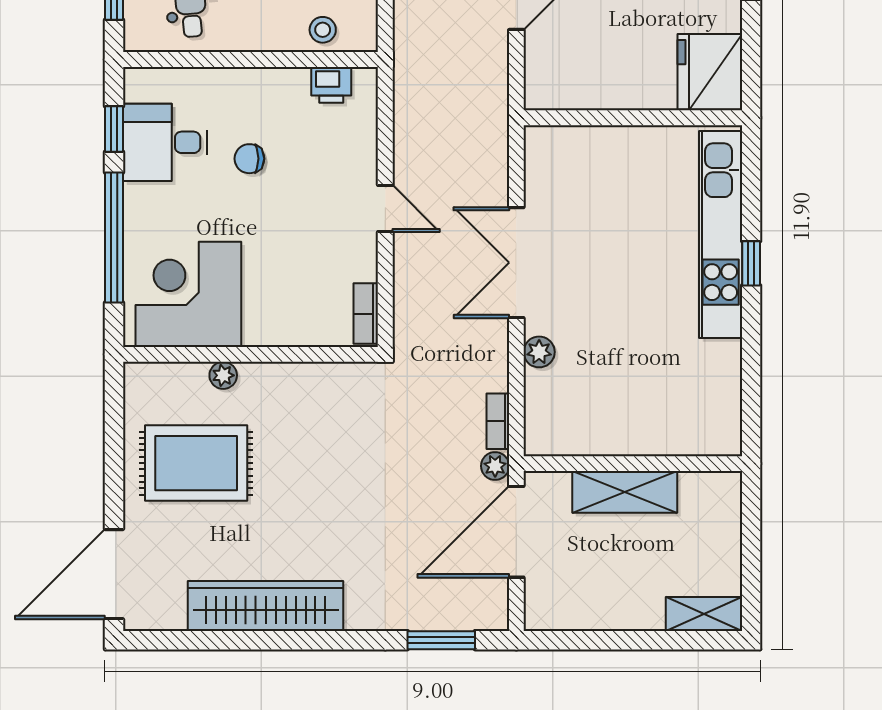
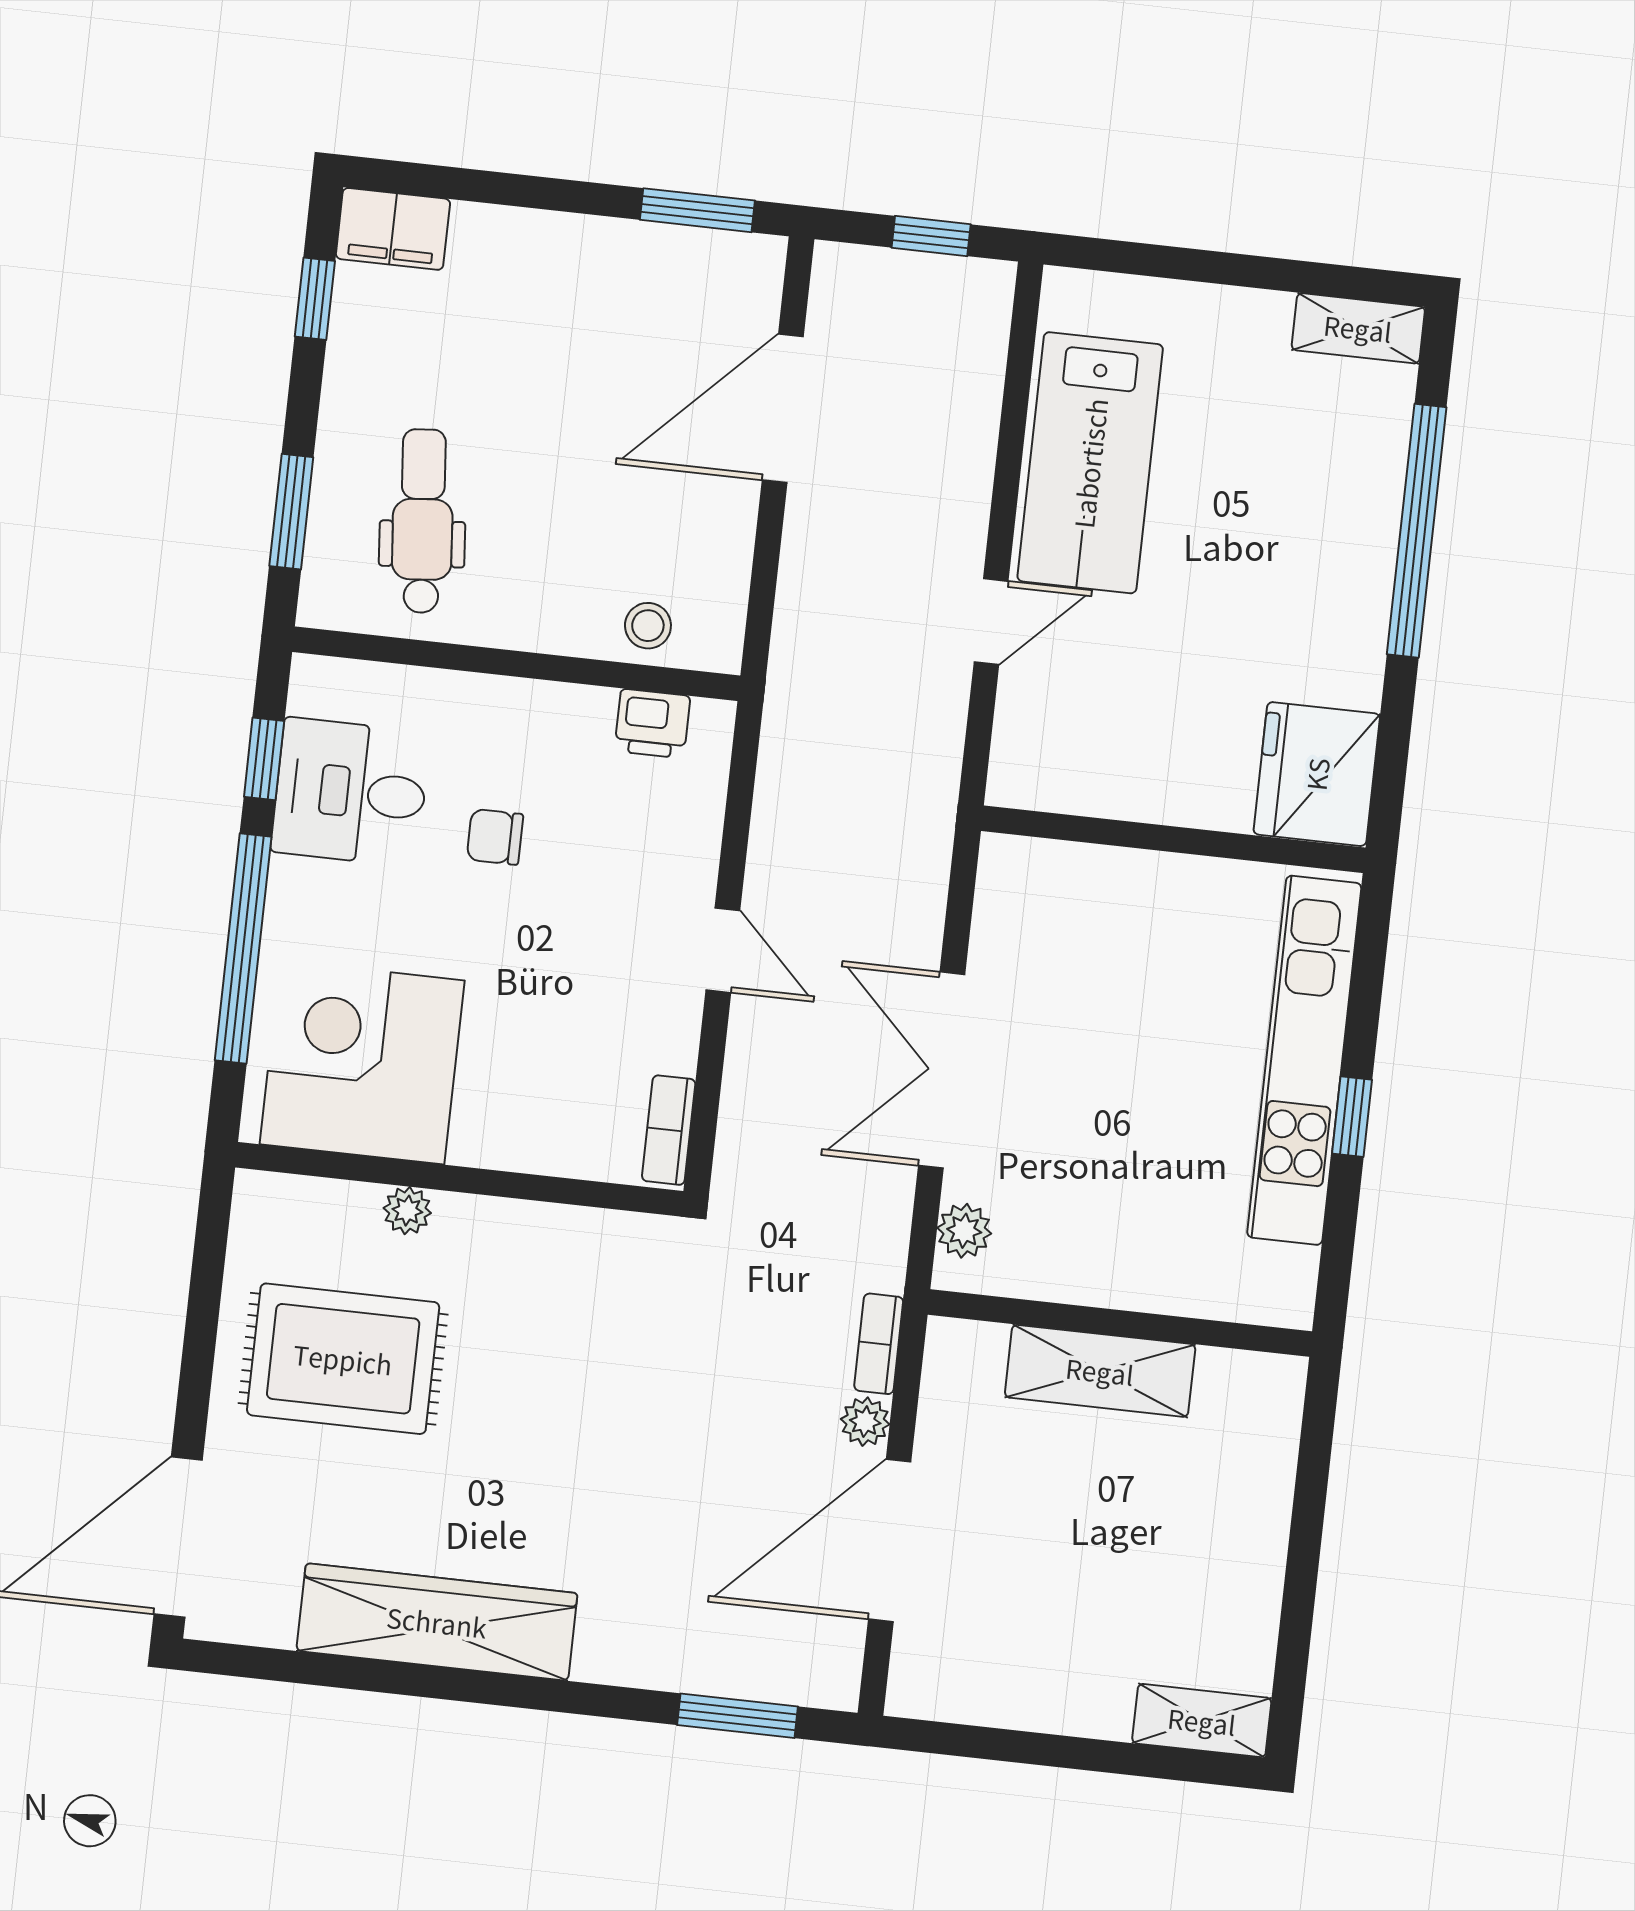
wall: (633, 464) -> (1120, 1323), moved
shelving: (625, 492) -> (1100, 1371), moved

